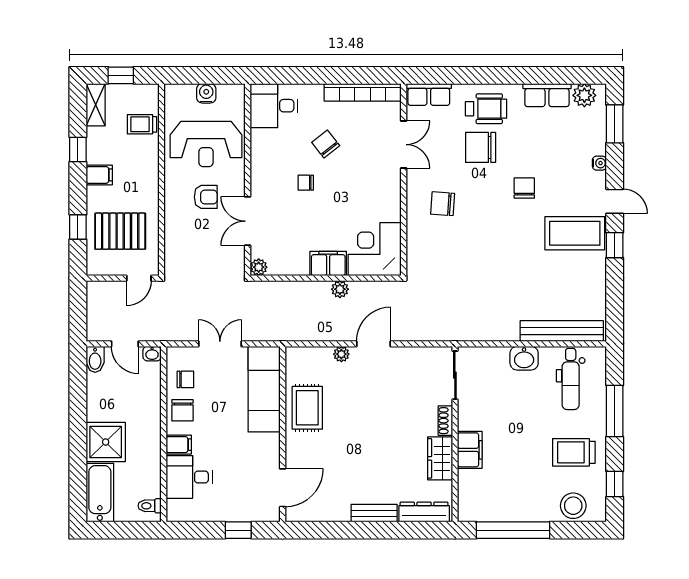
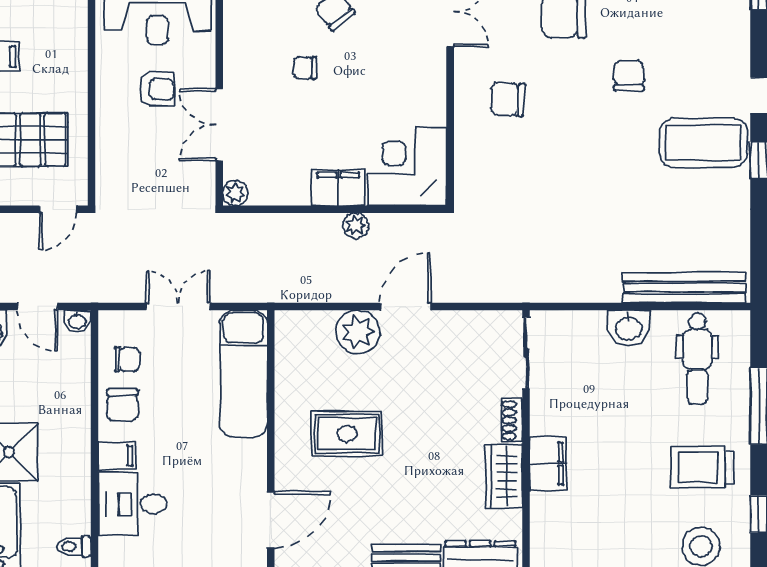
water cooler: (599, 163) -> (740, 39), removed
plant: (341, 354) -> (358, 332), width x1.87, depth x1.87
rug: (307, 408) -> (347, 434), moved, turned 90

